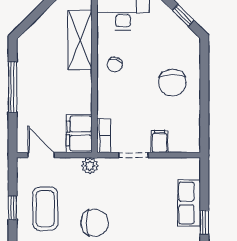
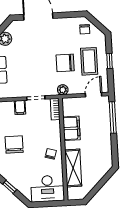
window: (13, 87) -> (113, 117), moved
filing cabinet: (79, 134) -> (72, 128), moved
door: (41, 155) -> (94, 95), swing flipped
chair: (95, 223) -> (65, 63), moved

